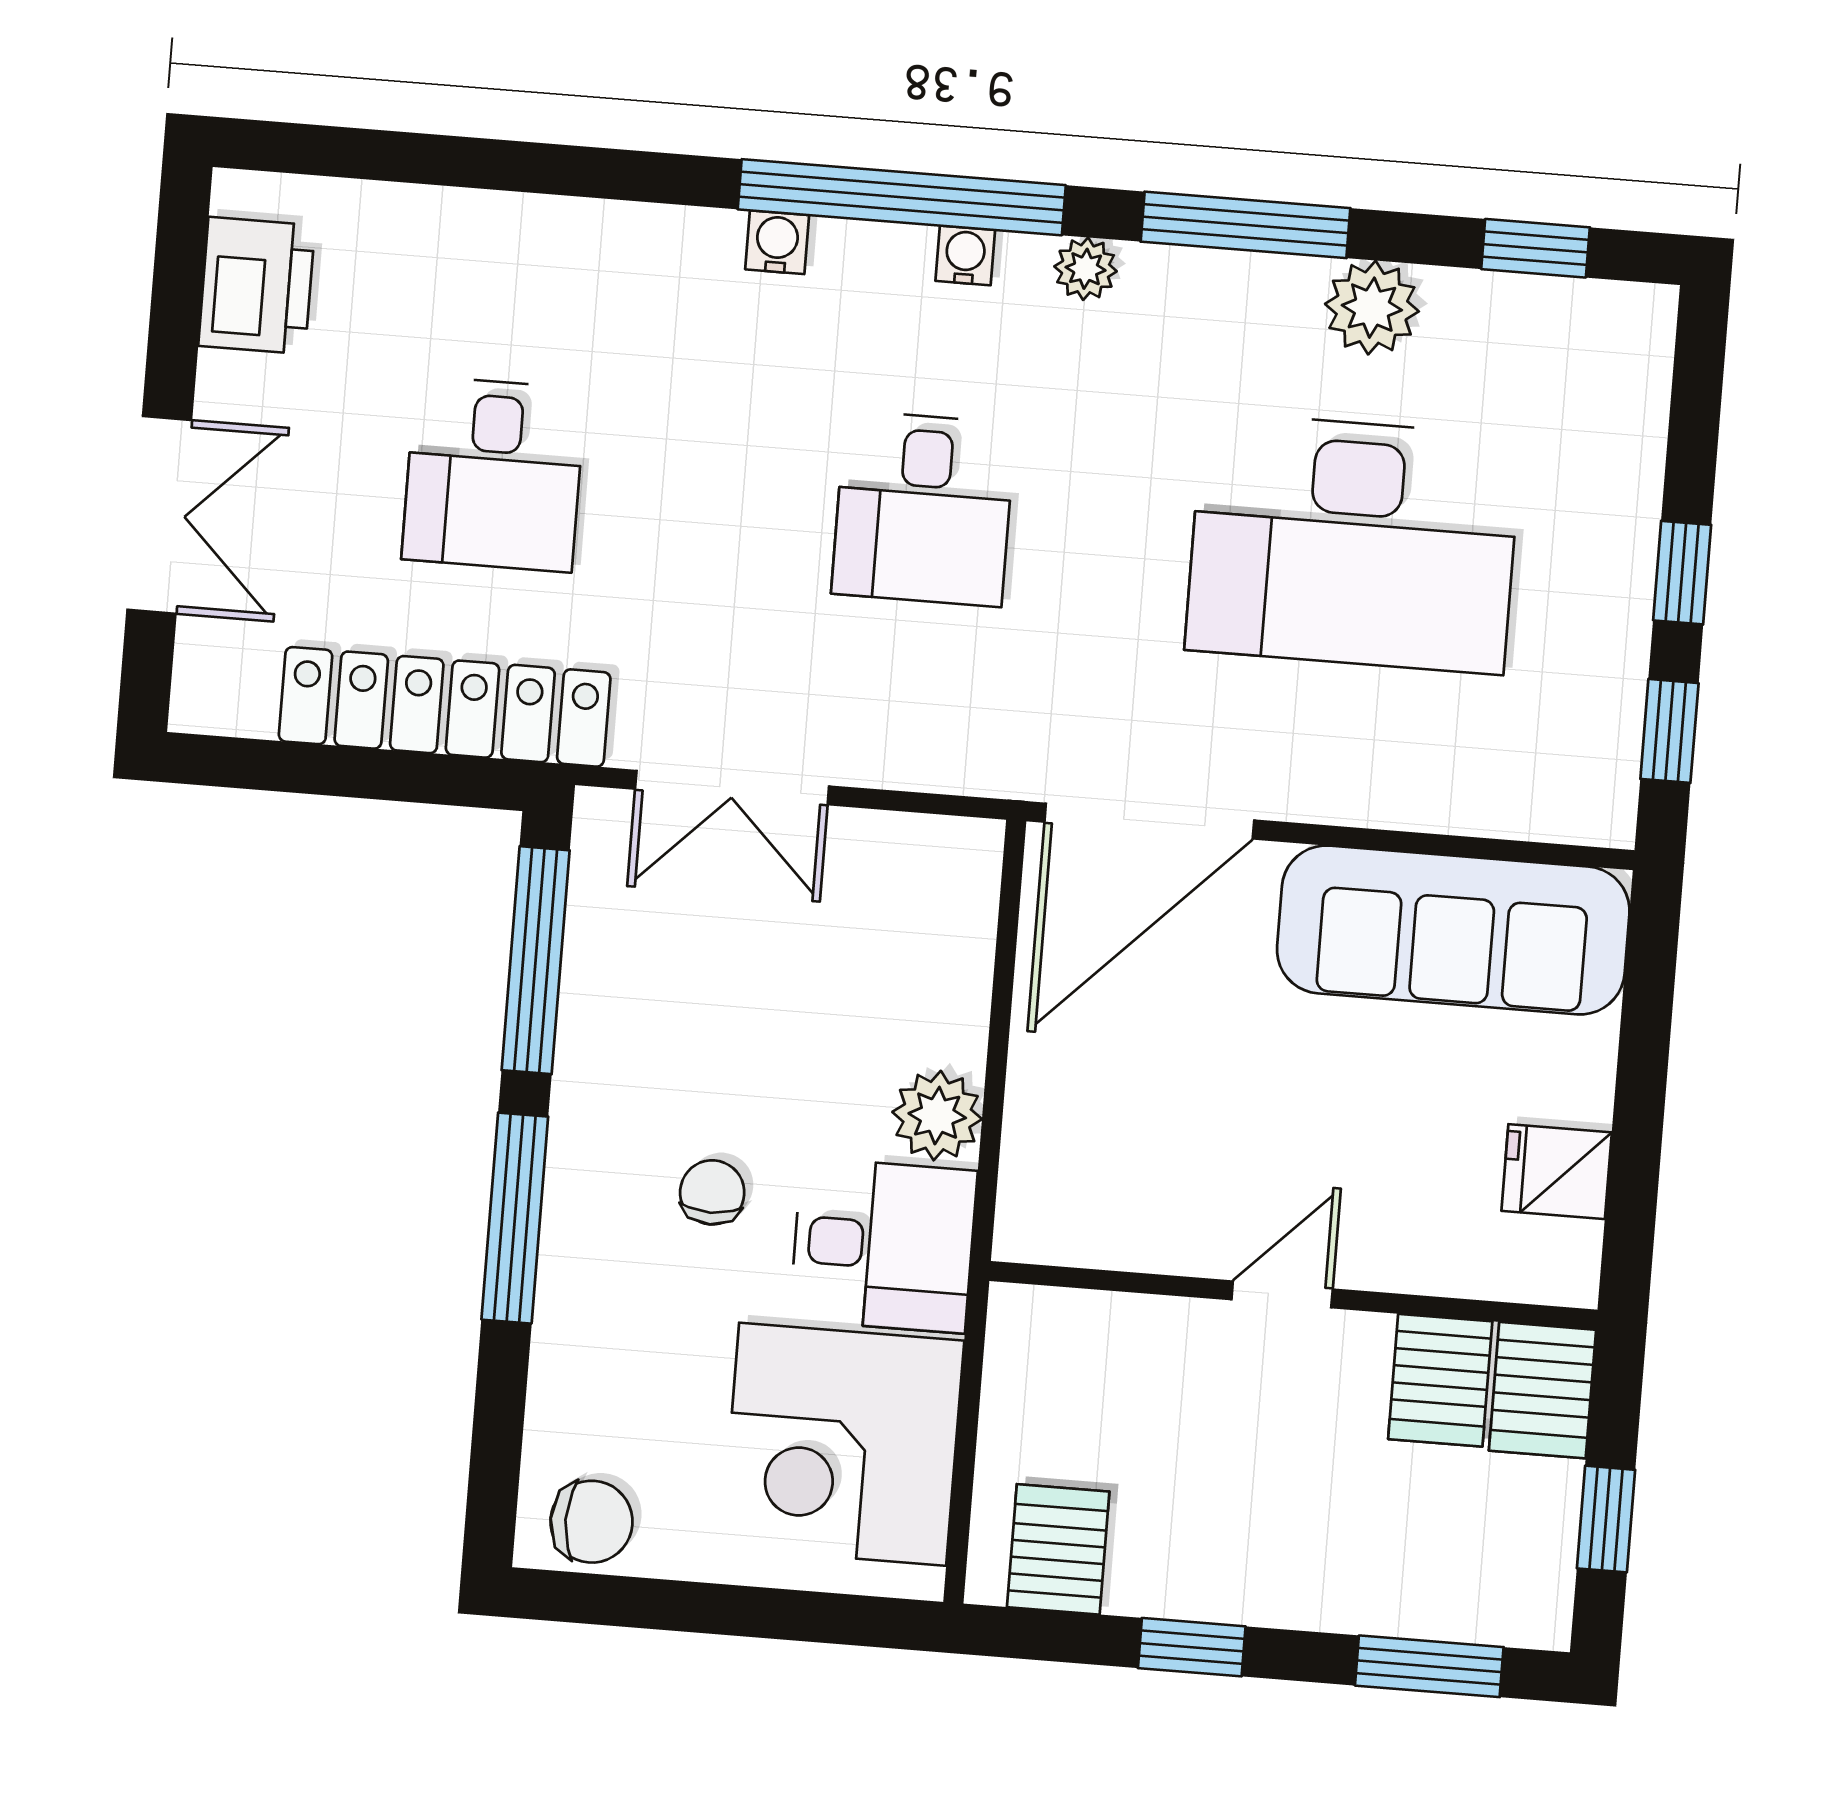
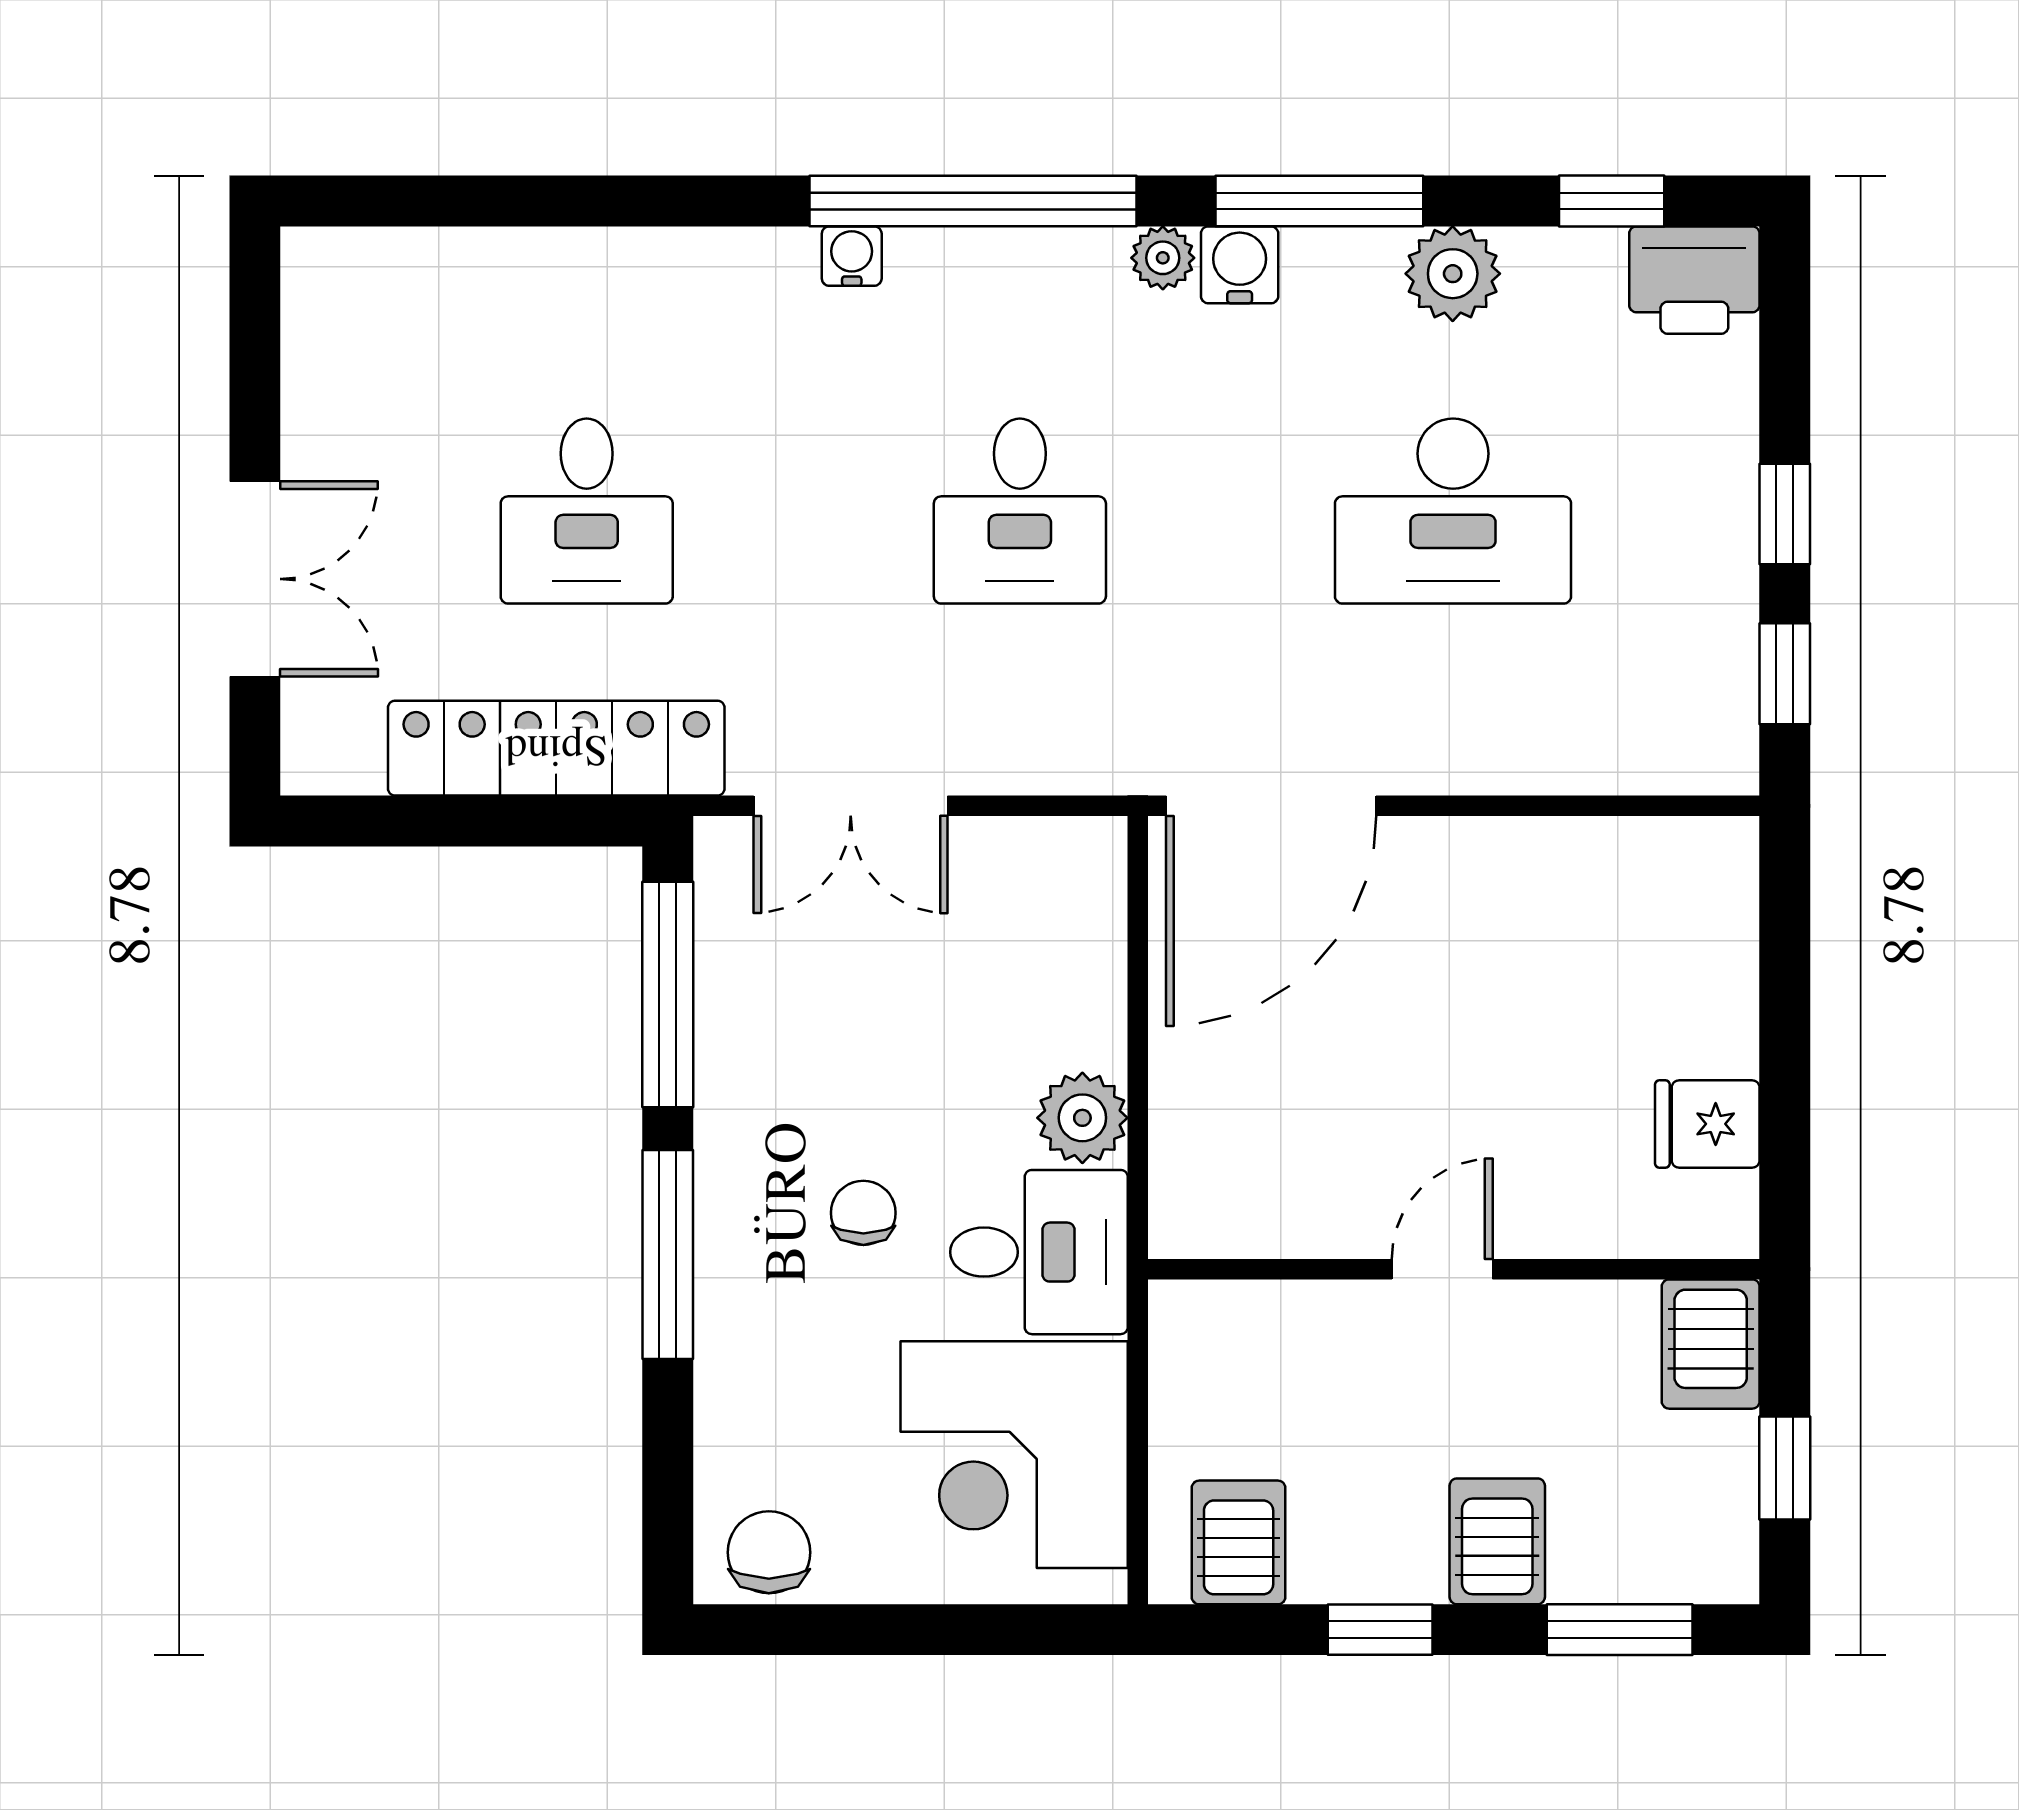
water cooler: (965, 255) -> (1240, 265), moved, width x1.38, depth x1.38
printer: (257, 286) -> (1694, 280), moved, turned 90
desk: (1353, 543) -> (1453, 511), width x0.73, depth x0.77
sofa: (1453, 930) -> (1584, 890), removed
server rack: (1440, 1380) -> (1497, 1541), moved, turned 180
chair: (592, 1522) -> (769, 1552), turned -90

